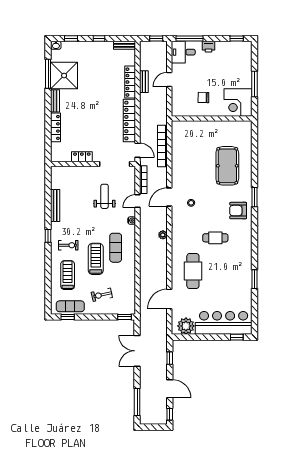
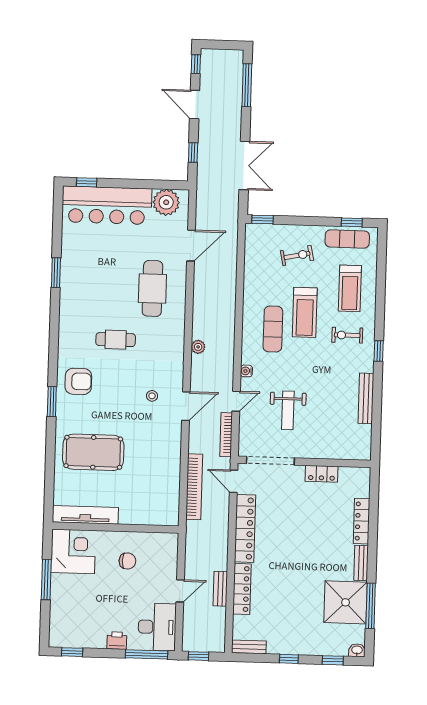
desk: (183, 52) -> (157, 627), width x1.37
tv unit: (231, 126) -> (85, 515), added
pool table: (227, 166) -> (93, 452), turned 90

